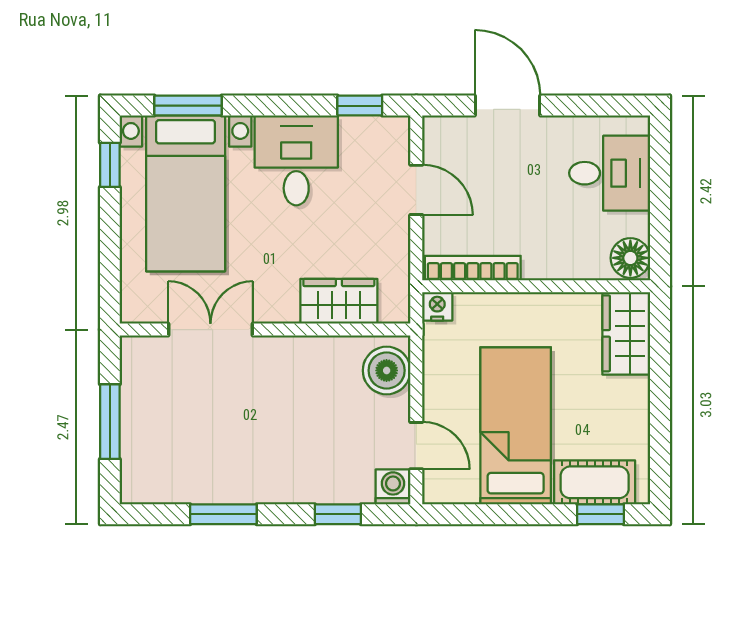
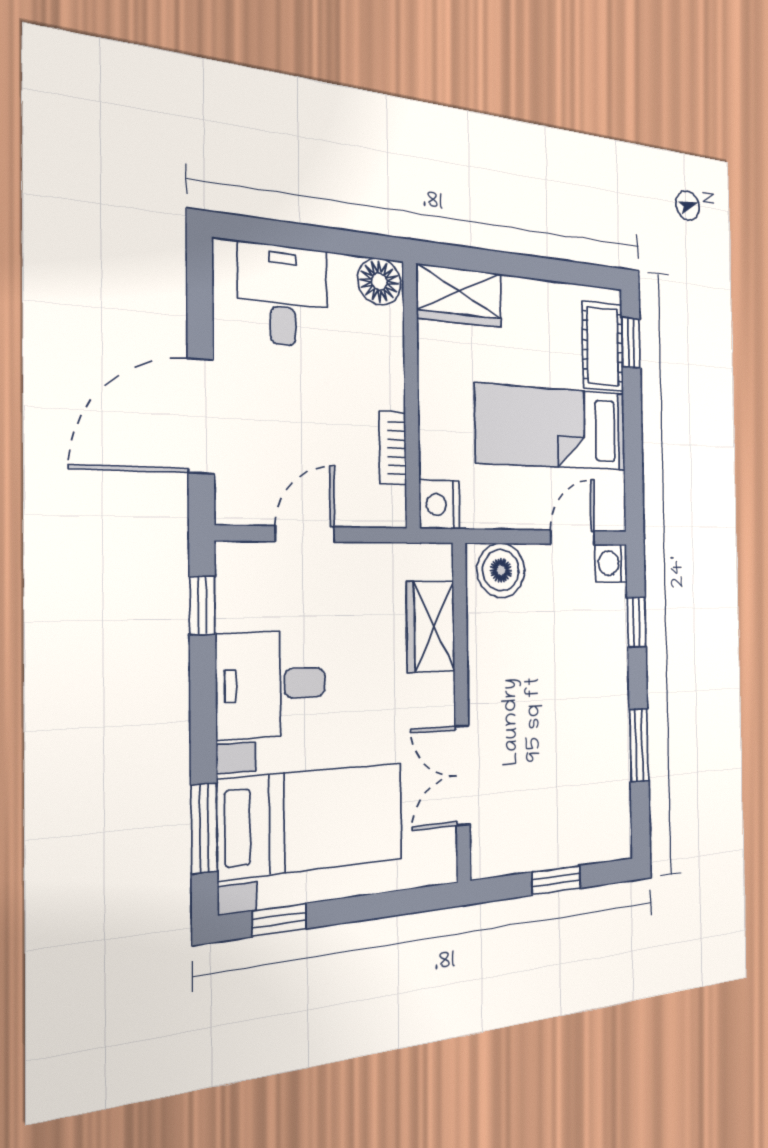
door: (507, 106) -> (201, 416), width x1.36
bookcase: (473, 268) -> (393, 448), width x0.64
nightstand: (437, 306) -> (440, 505), width x1.39, depth x1.35
window: (110, 422) -> (556, 880), width x0.67

